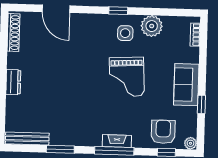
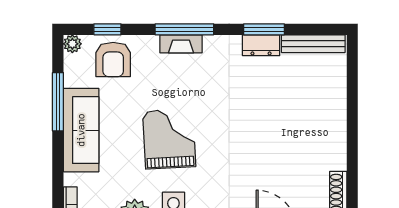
dresser: (13, 82) -> (261, 45), moved, turned -90
sofa: (186, 85) -> (81, 130), width x1.36
window: (201, 104) -> (58, 102), width x2.17

